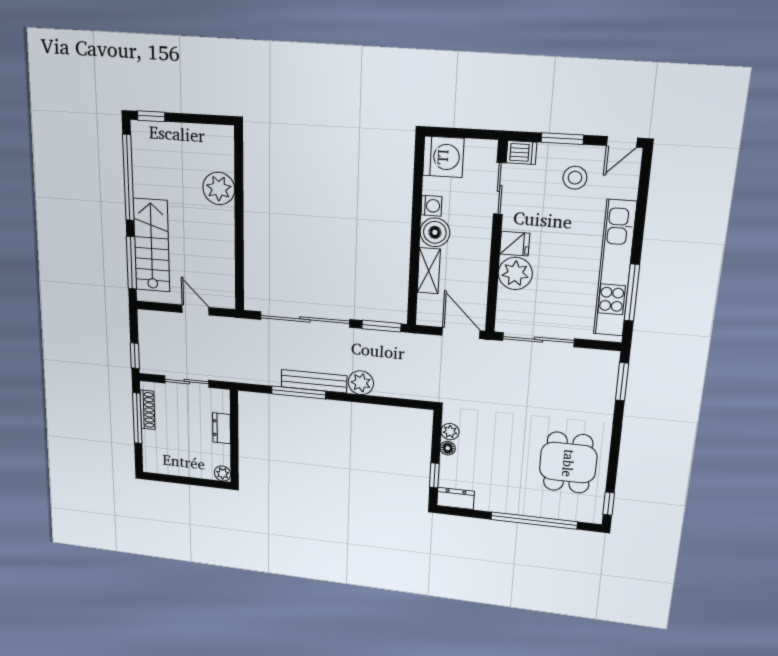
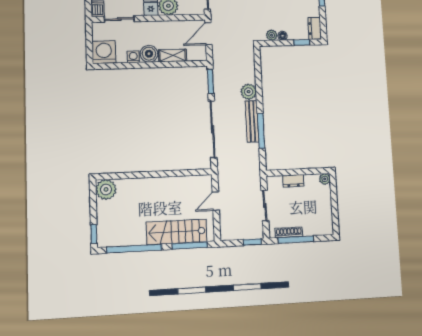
plant: (219, 188) -> (106, 189), moved

